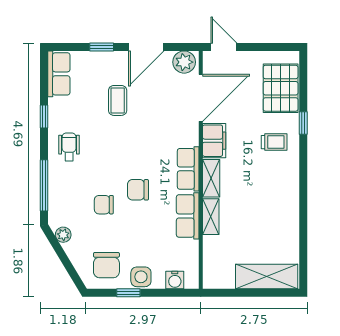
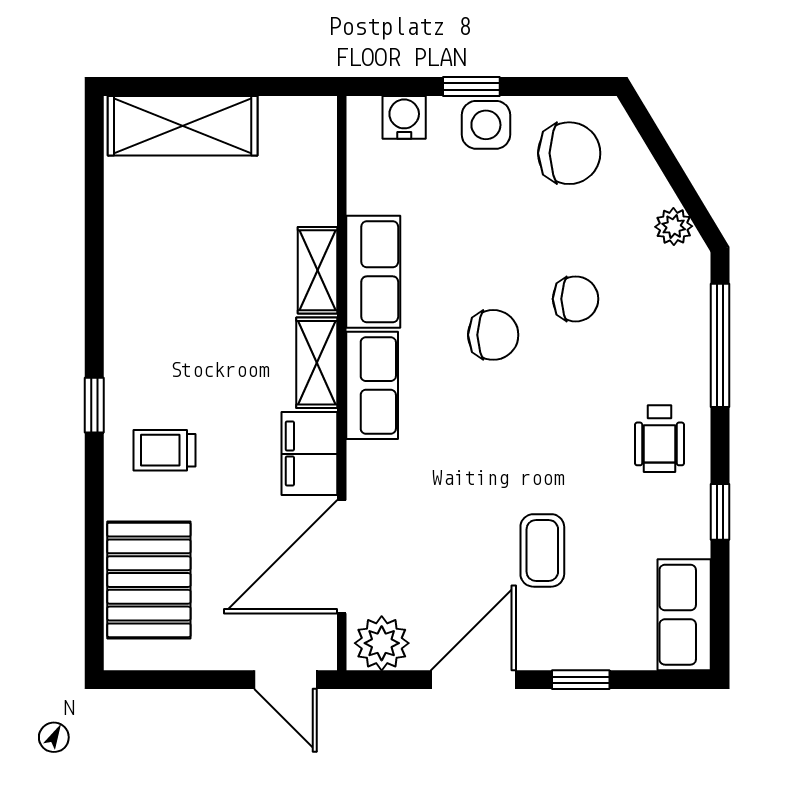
window: (303, 123) -> (94, 405), moved
chair: (106, 265) -> (569, 153), turned 90
window: (128, 293) -> (471, 87), moved

